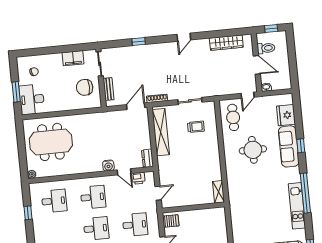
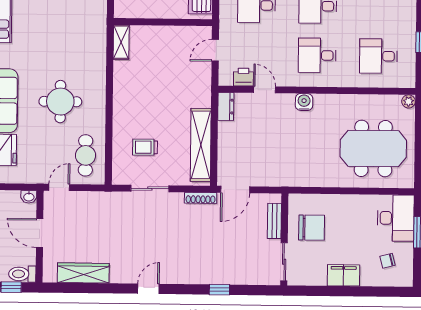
toilet: (266, 48) -> (22, 274), moved
filing cabinet: (73, 58) -> (344, 275), moved
water cooler: (108, 166) -> (304, 102), moved

